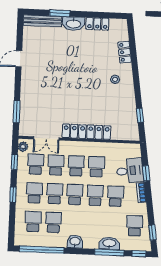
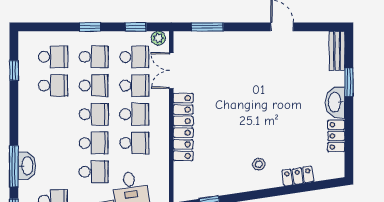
bench: (42, 21) -> (337, 51), width x0.73
washbasin: (75, 242) -> (27, 117), removed
window: (41, 250) -> (14, 70), width x0.32

